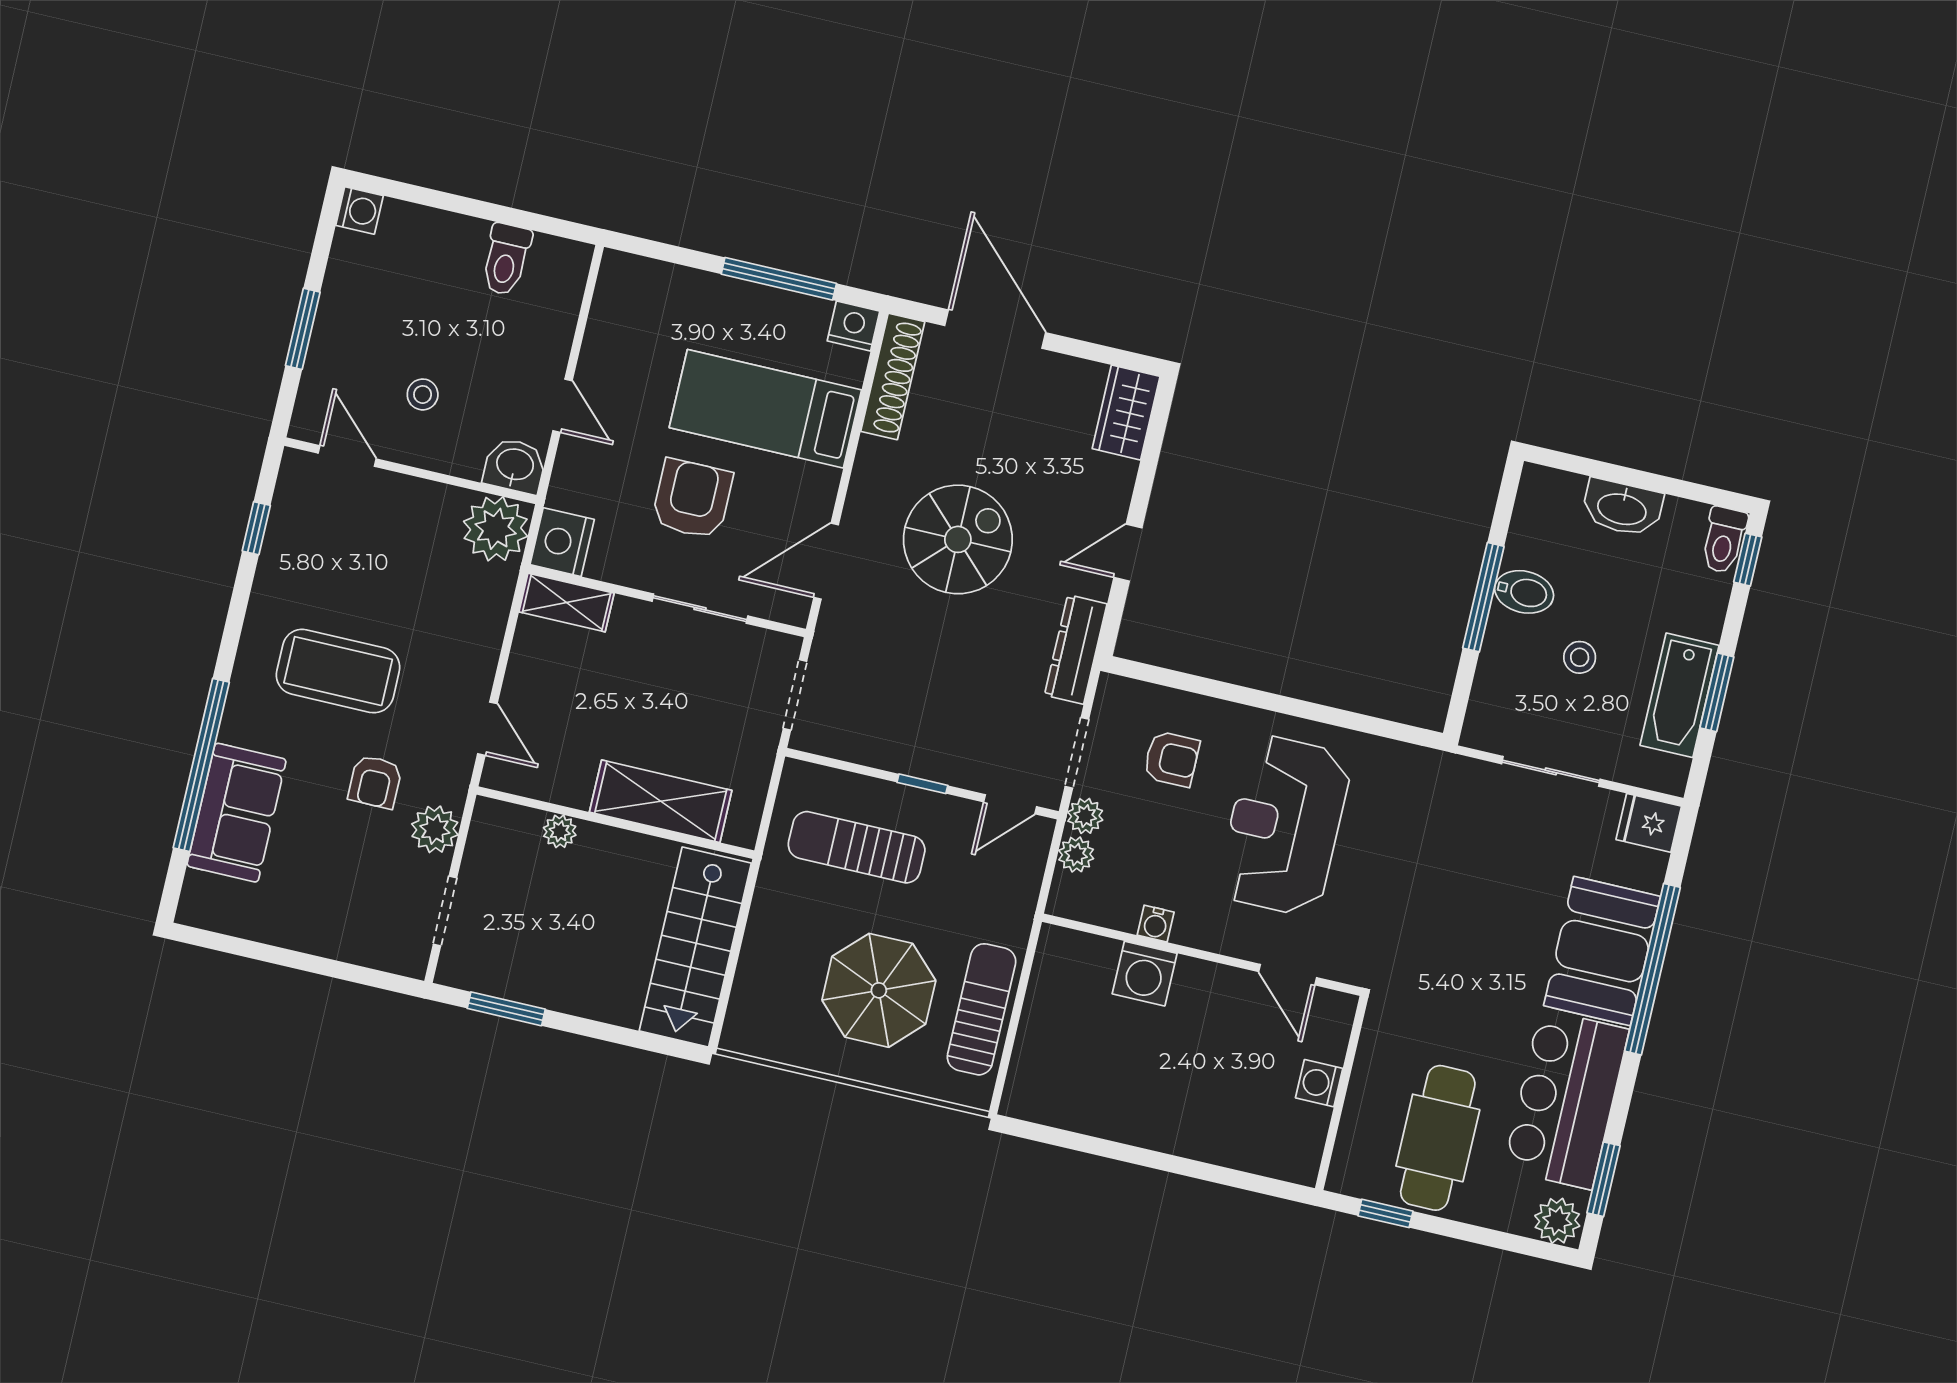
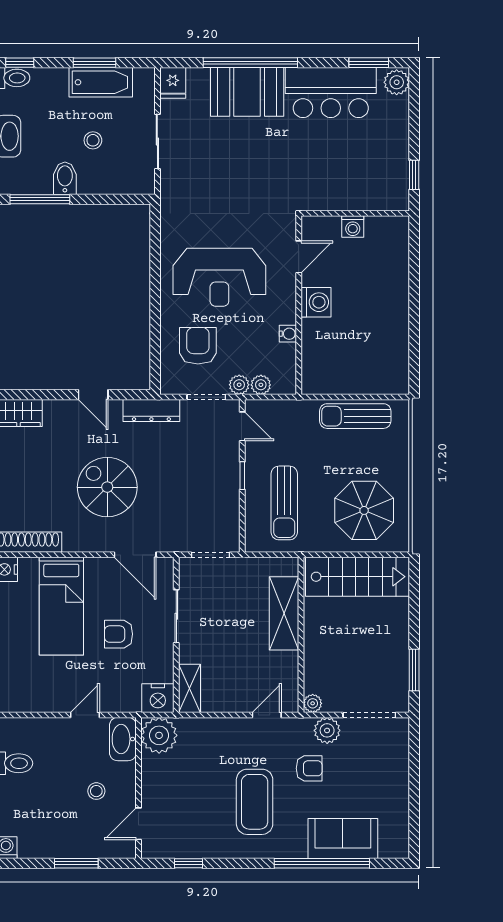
washbasin: (515, 466) -> (123, 739), width x1.38
armchair: (692, 499) -> (119, 634), width x0.72, depth x0.72
window: (1483, 597) -> (40, 199), moved
armchair: (1172, 759) -> (198, 346), width x1.38, depth x1.38
plant: (560, 831) -> (313, 703), moved
doorway: (445, 911) -> (369, 715), width x1.38
washing machine: (1145, 974) -> (316, 302), moved
parasol: (879, 990) -> (364, 510), moved
cafe table: (1438, 1138) -> (367, 156), removed

